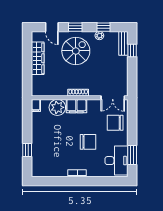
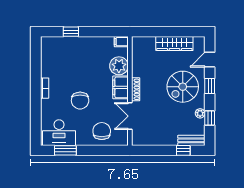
spiral stairs: (76, 51) -> (183, 87), turned 90
double door: (113, 98) -> (130, 116), moved

